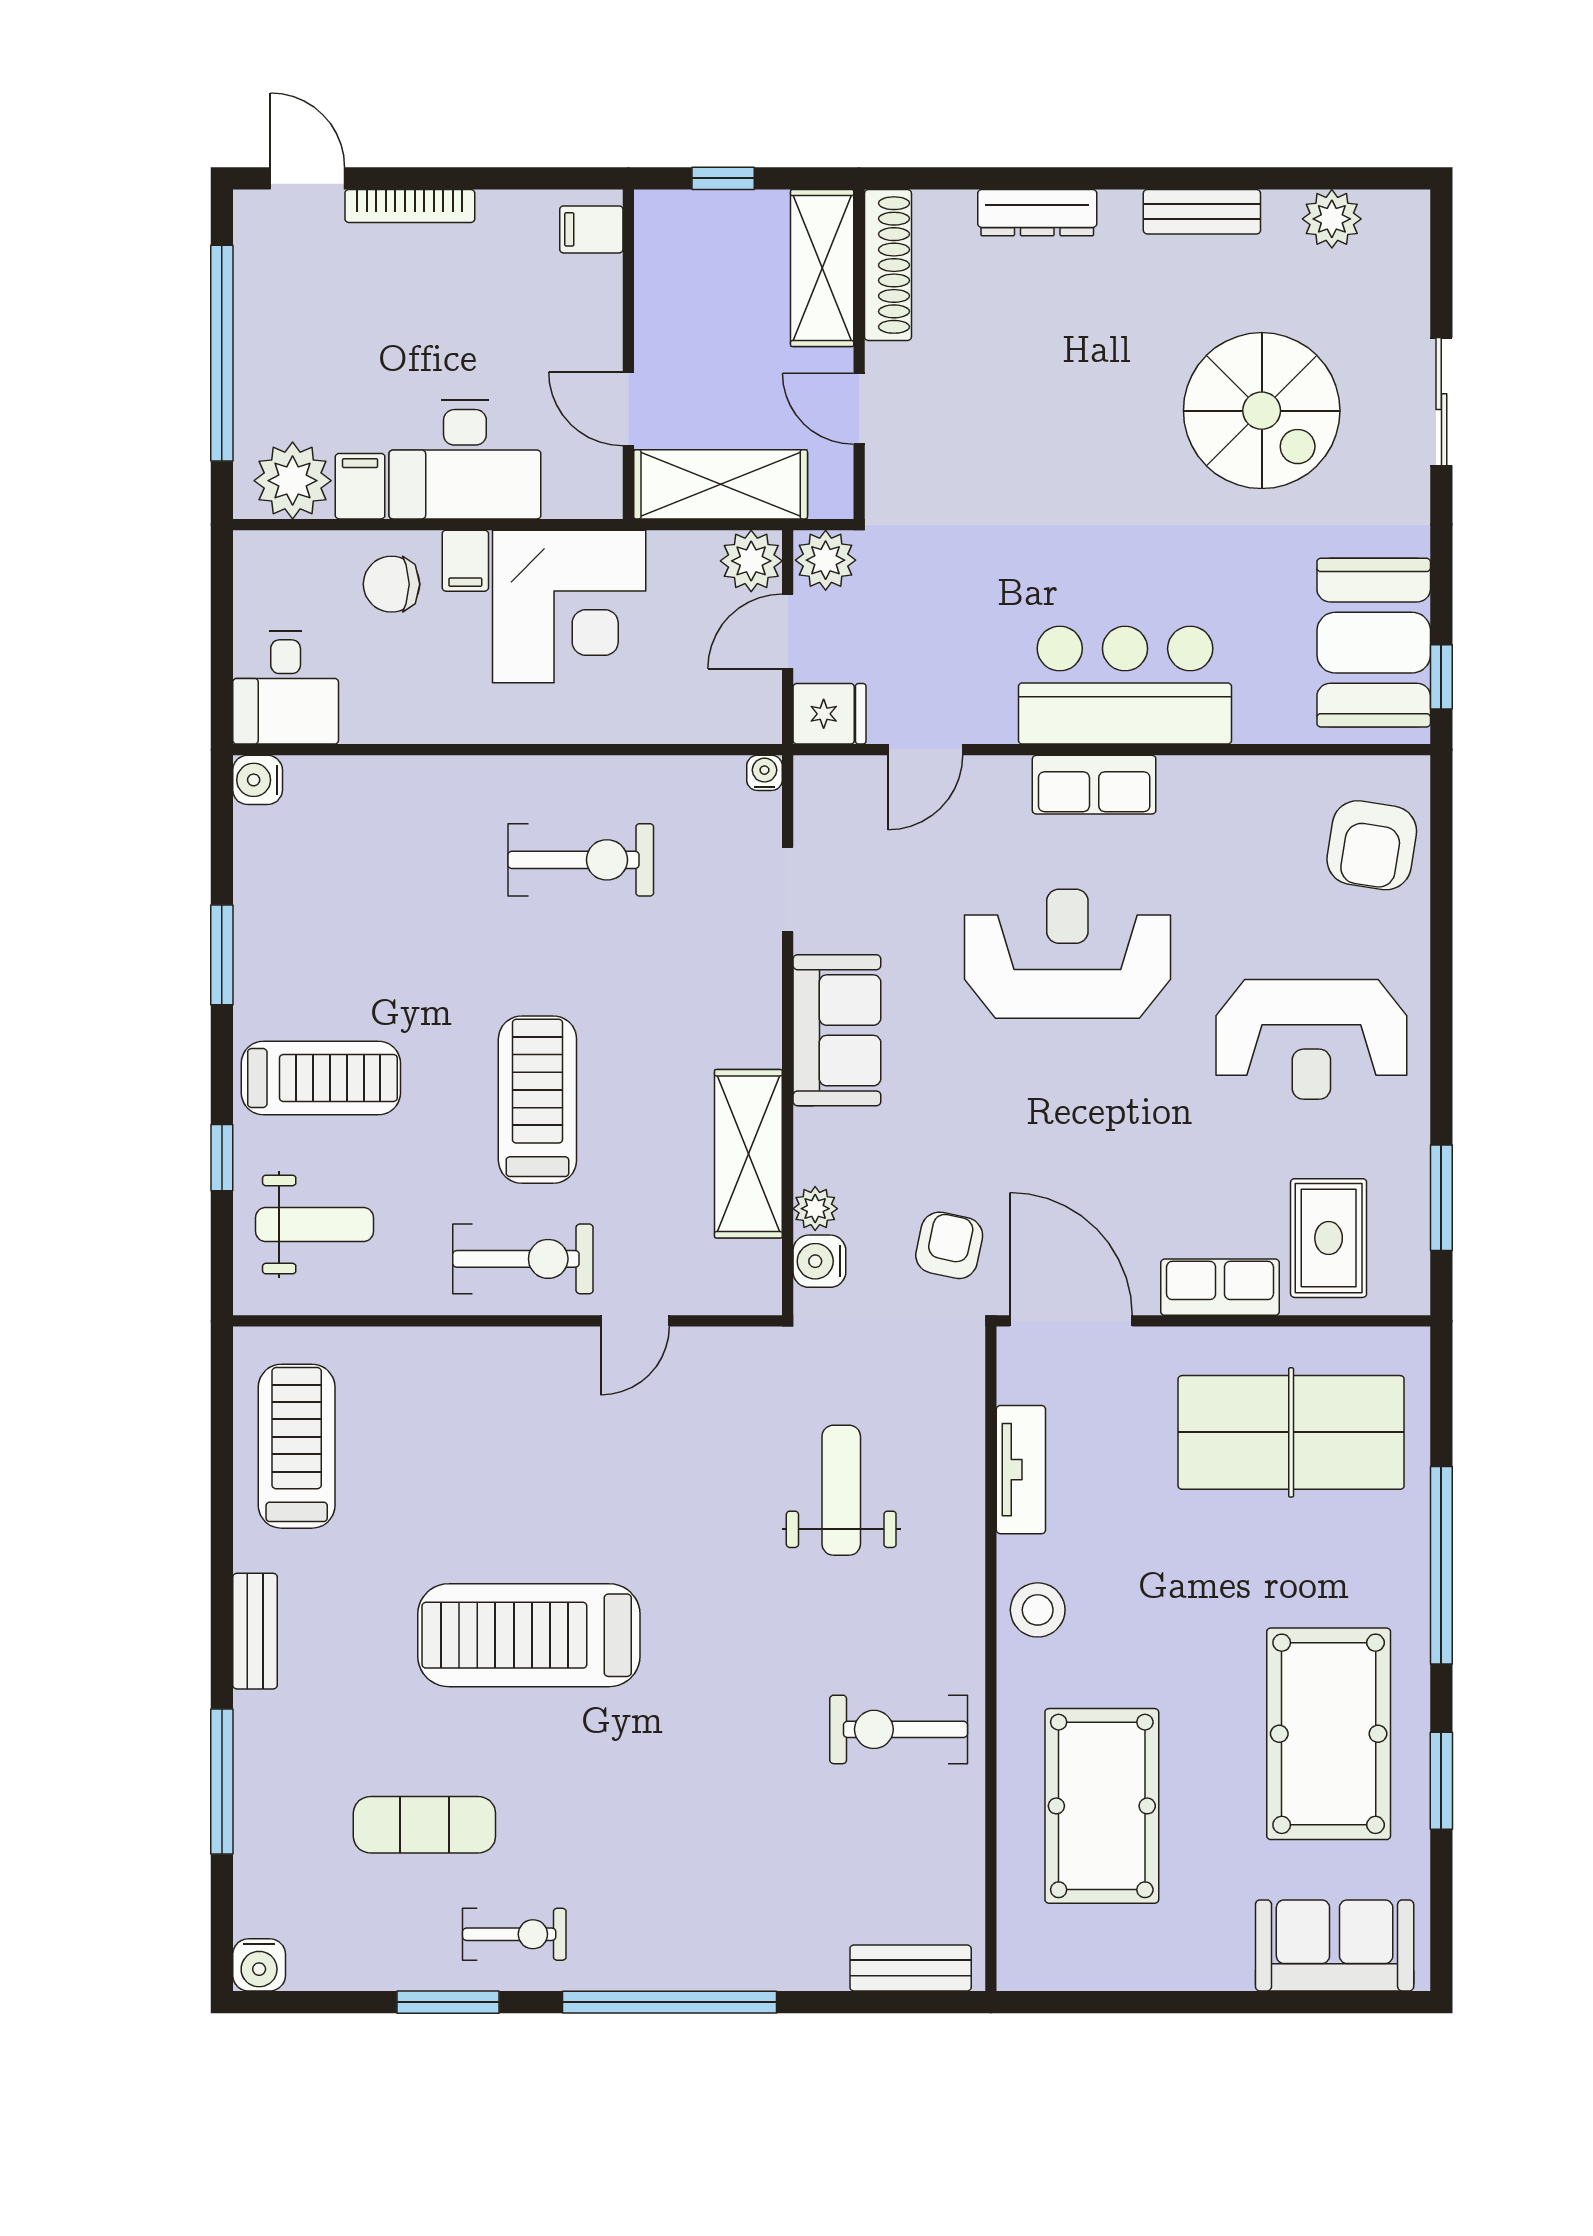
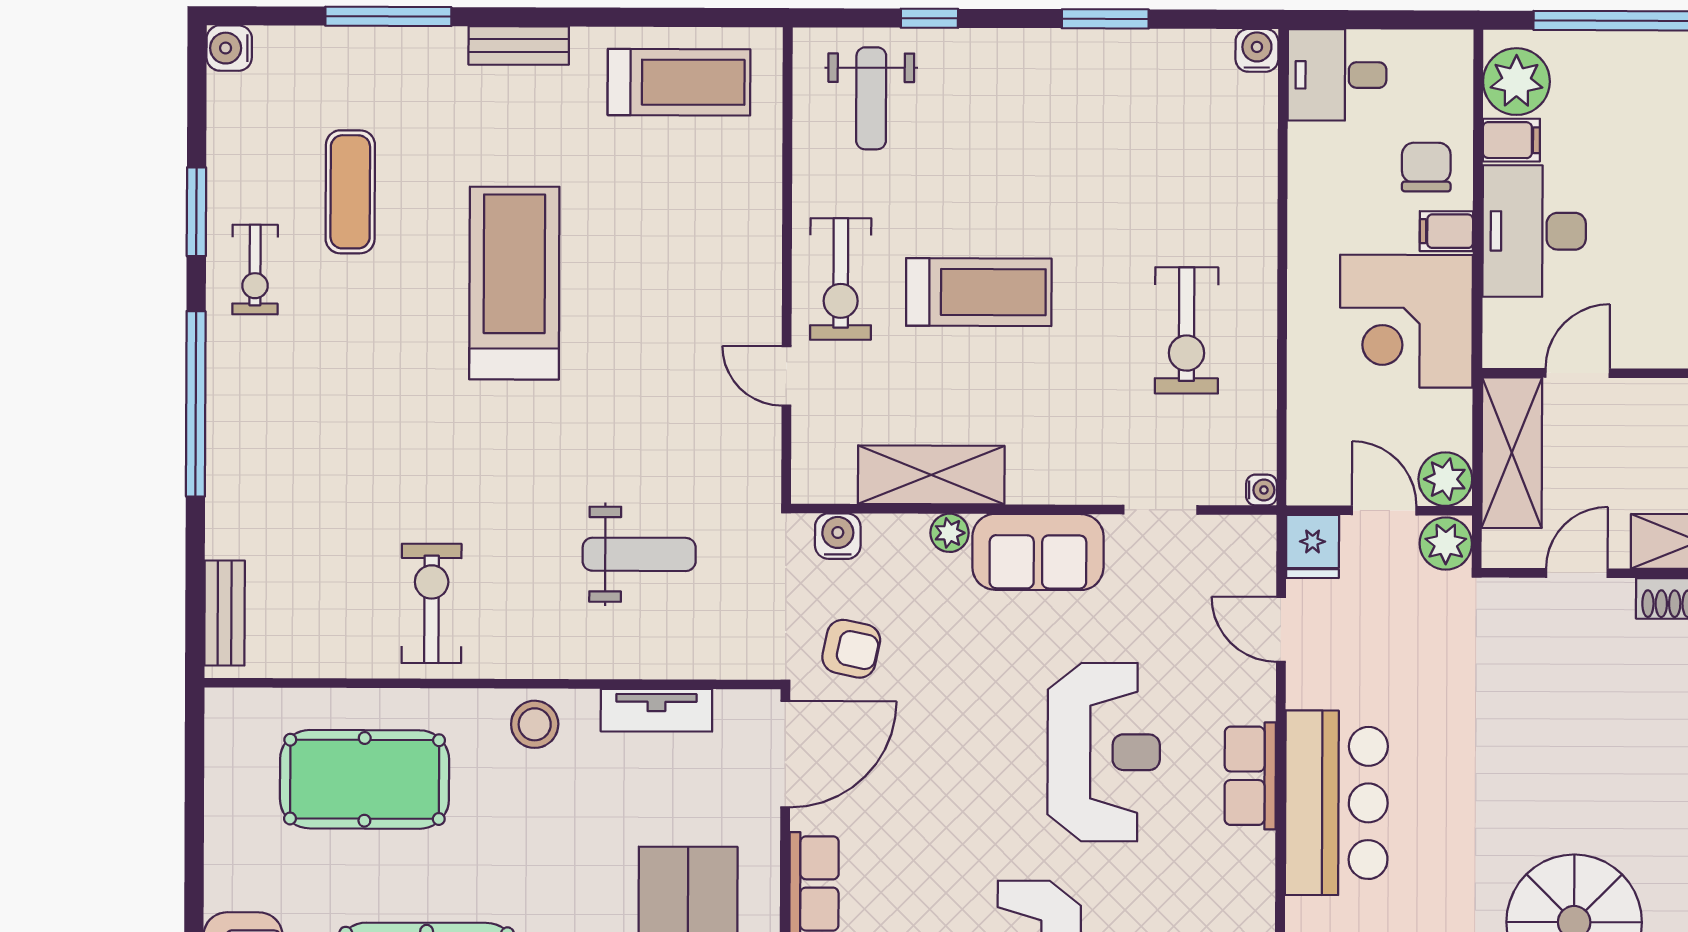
treadmill: (321, 1078) -> (998, 104), removed
plant: (815, 1209) -> (950, 533), moved

